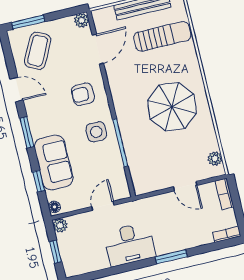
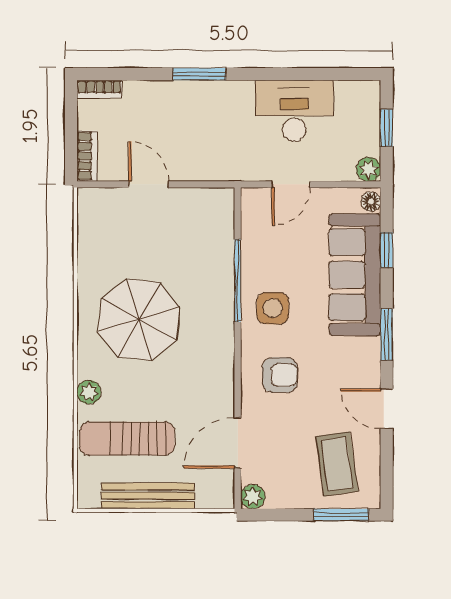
coffee table: (38, 51) -> (337, 464), turned -35
plant: (215, 159) -> (89, 392), moved
sofa: (54, 162) -> (355, 275), width x1.36
desk: (130, 244) -> (294, 111), moved

